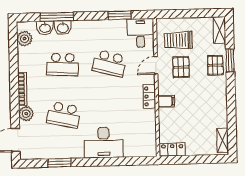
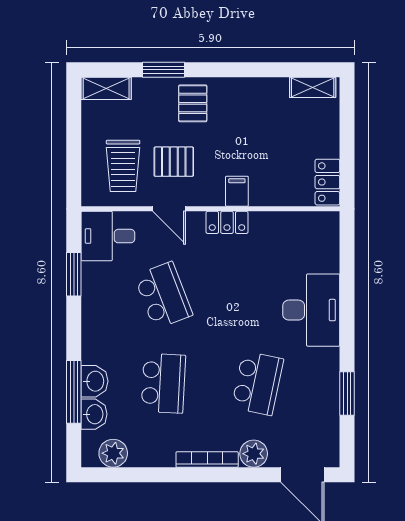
school desk: (110, 63) -> (163, 295), turned -36
pallet: (215, 65) -> (193, 103), moved, turned 90

